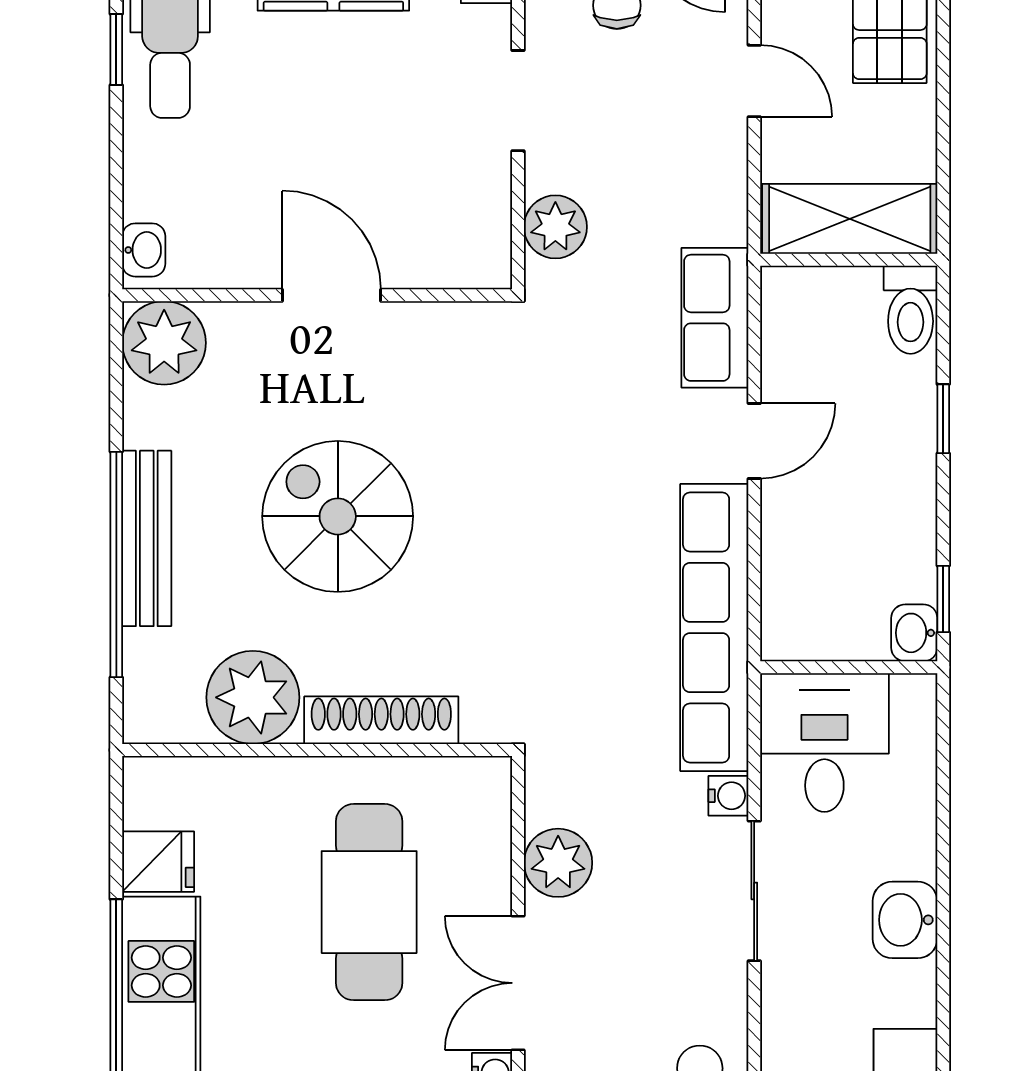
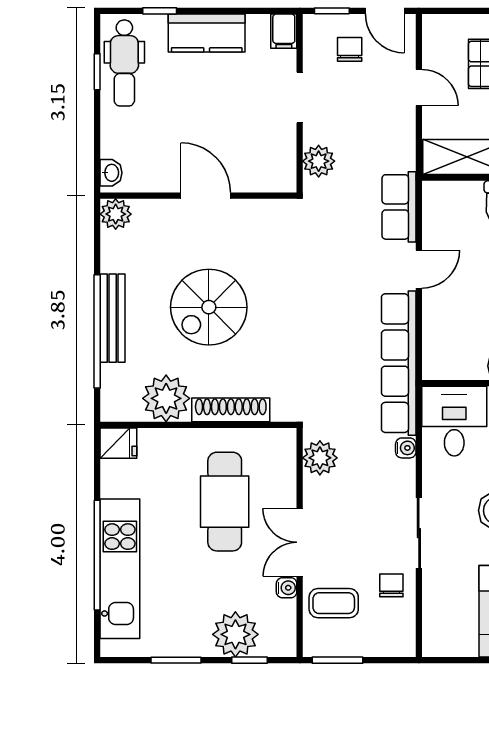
plant: (164, 343) -> (116, 214), width x0.73, depth x0.73
spiral stairs: (338, 516) -> (209, 307), turned -90
fridge: (158, 862) -> (118, 443), moved
plant: (558, 863) -> (320, 458), moved
sliding door: (754, 891) -> (419, 533), moved

